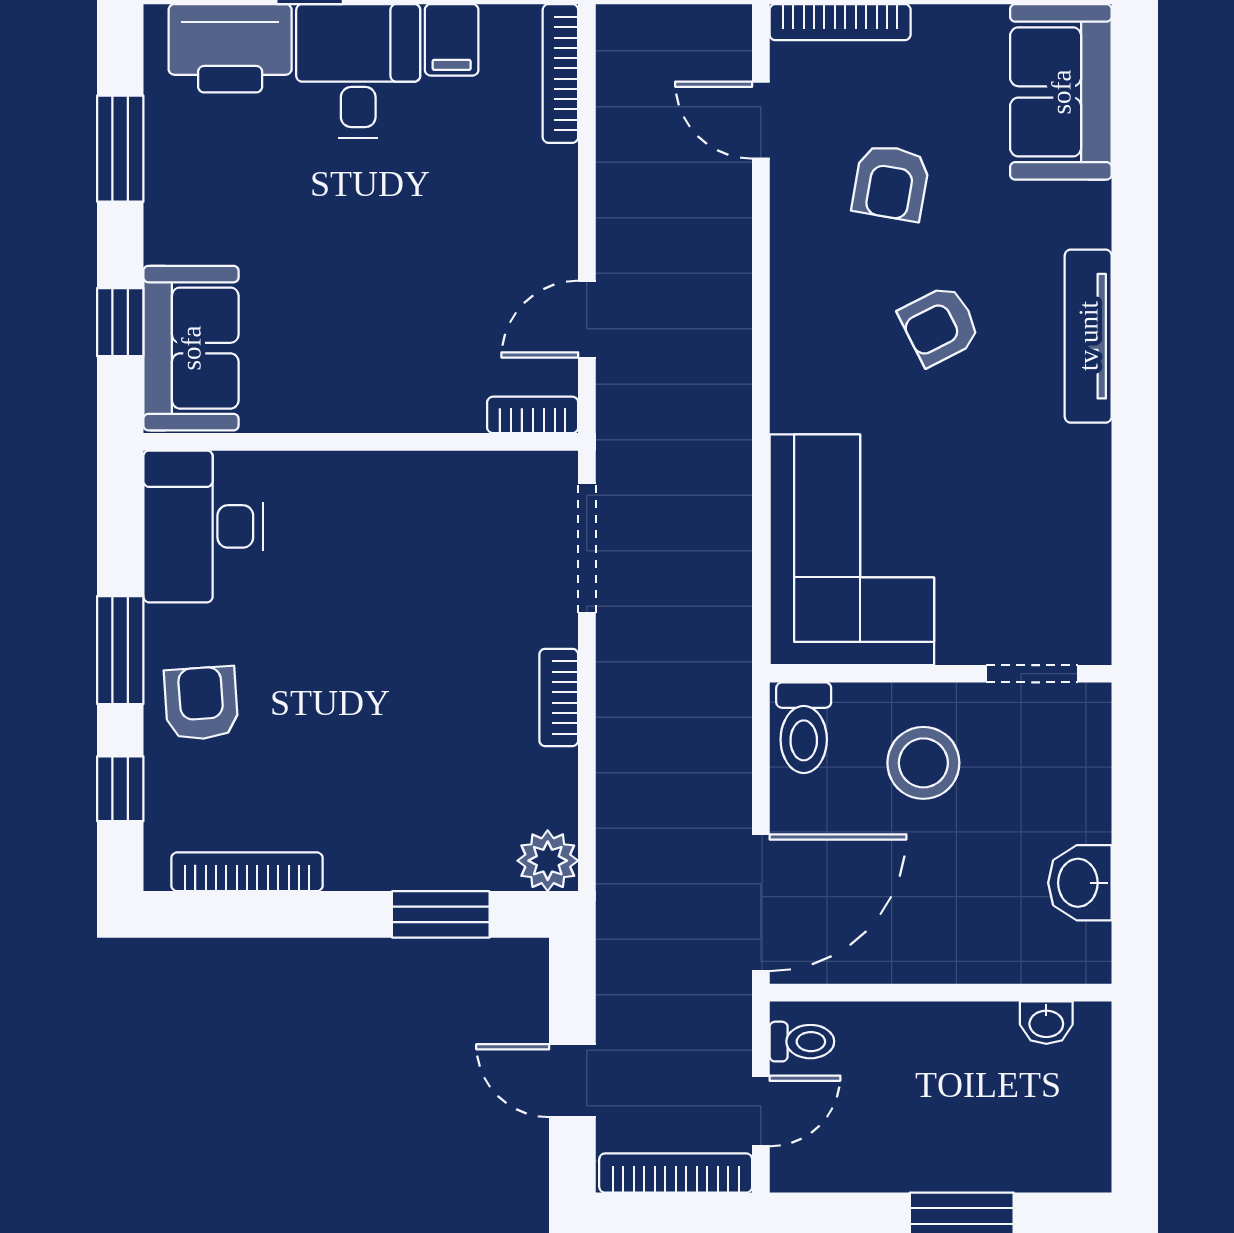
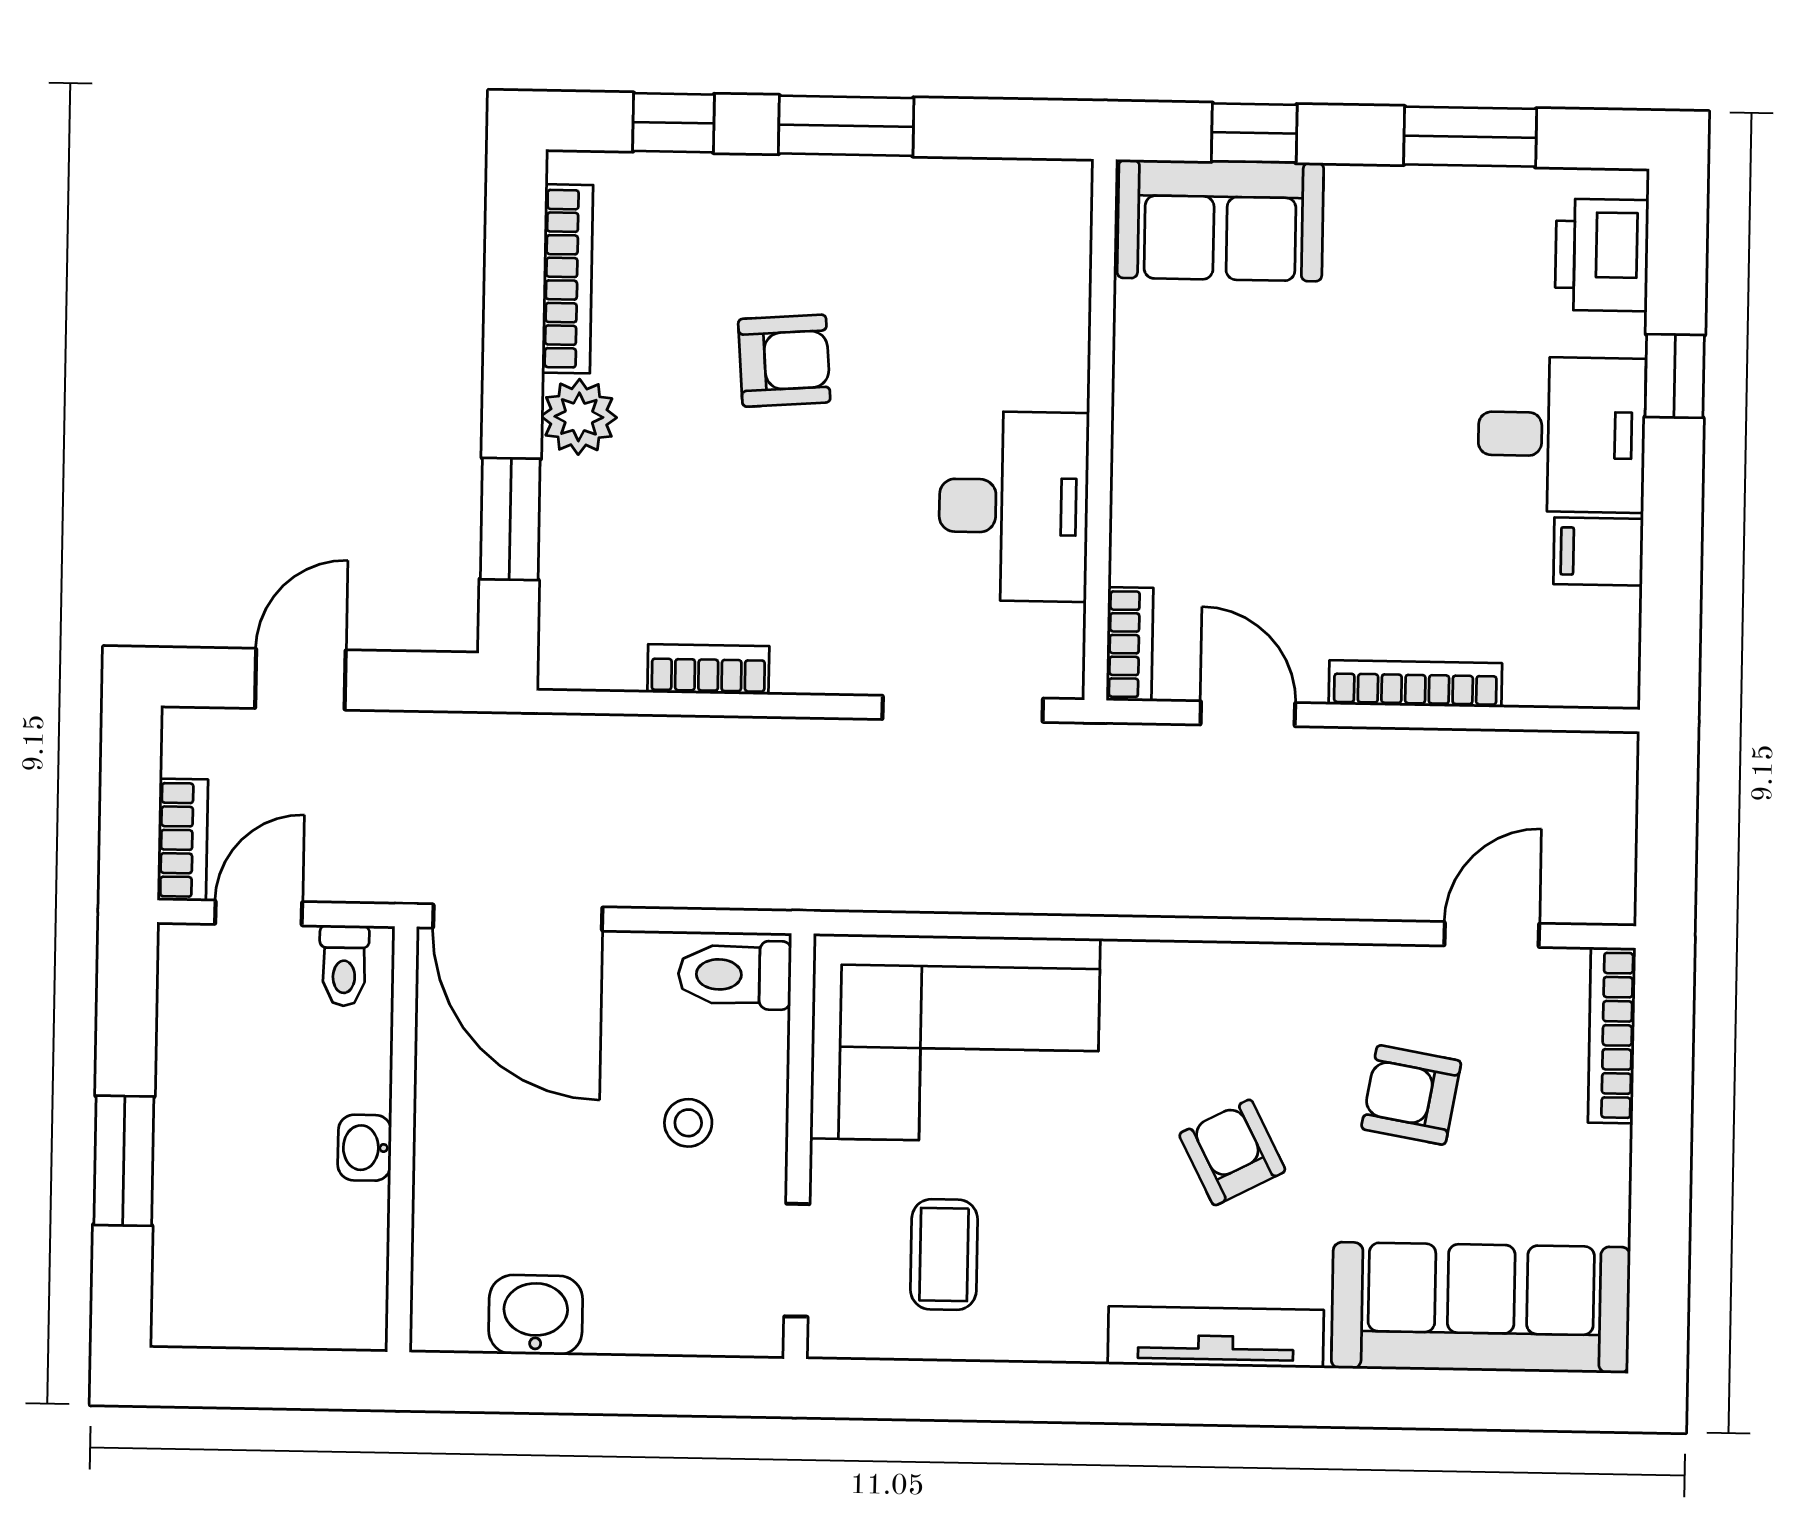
printer: (230, 48) -> (1602, 255), width x0.73, depth x0.84
bookcase: (560, 73) -> (1415, 684), moved
sofa: (1061, 92) -> (1481, 1308), width x1.36
desk: (203, 526) -> (1014, 506), moved, turned 90
coffee table: (1026, 556) -> (944, 1255), added
bookcase: (559, 697) -> (708, 669), moved
armchair: (201, 703) -> (784, 361), moved
stool: (923, 763) -> (688, 1123), width x0.53, depth x0.53
plant: (548, 861) -> (579, 417), moved
washbasin: (1046, 1023) -> (365, 1148), moved
door: (761, 1111) -> (259, 913), swing flipped
bookcase: (676, 1173) -> (183, 840), width x0.64

